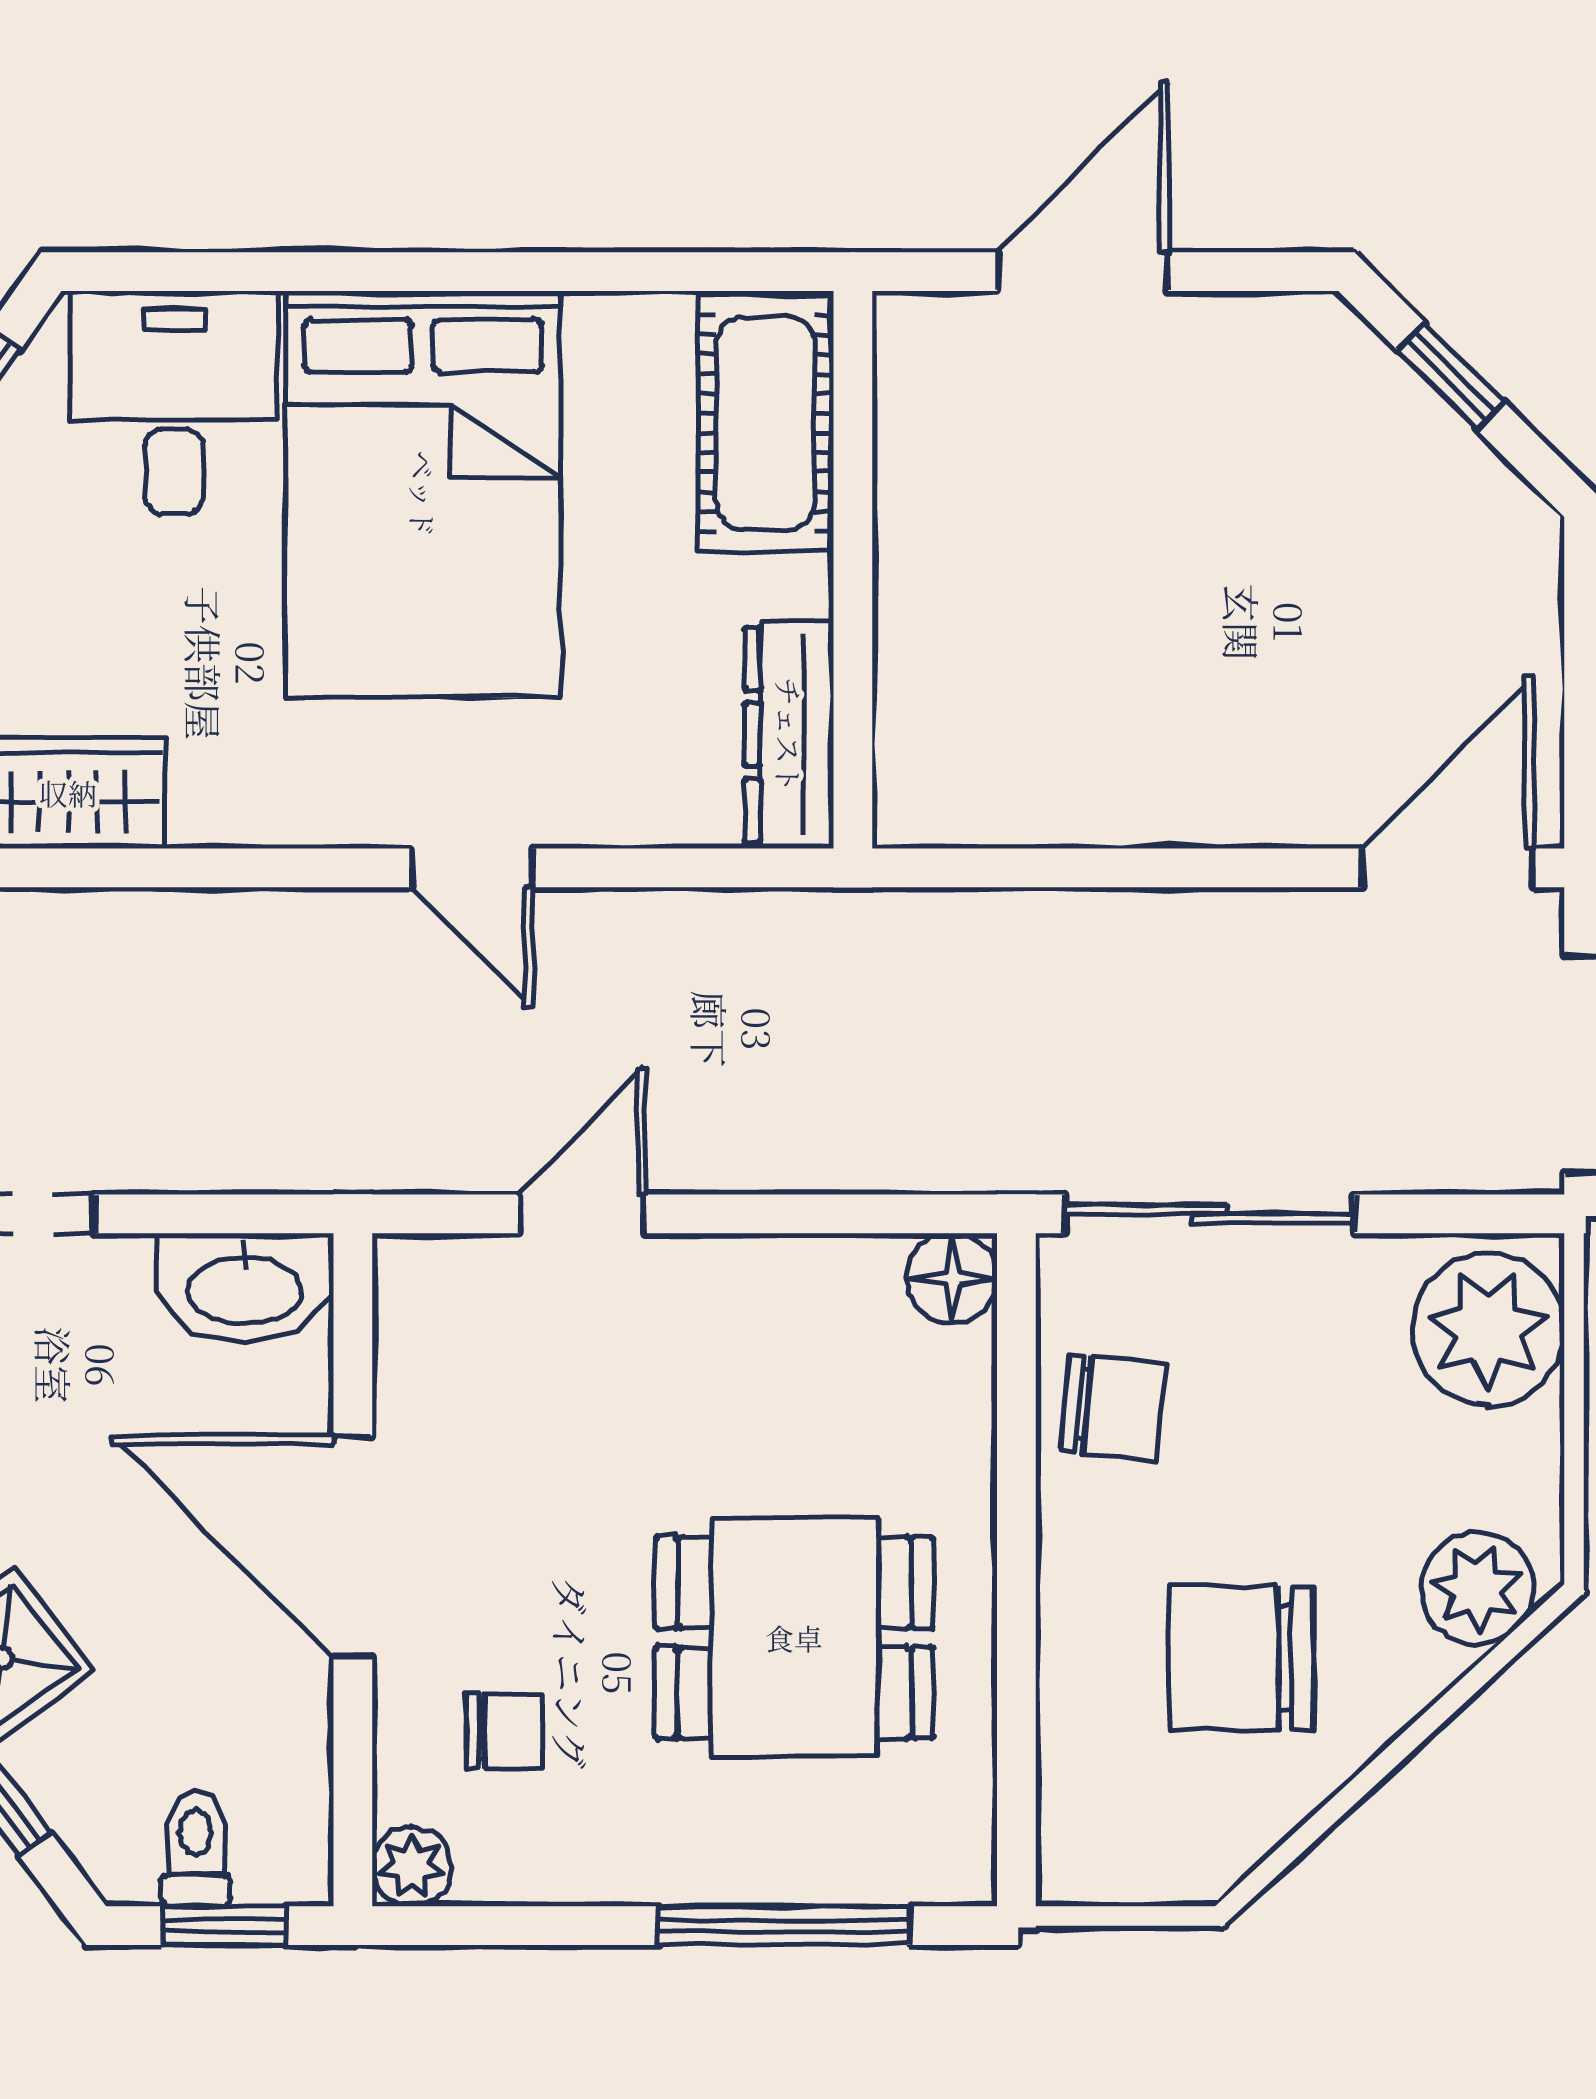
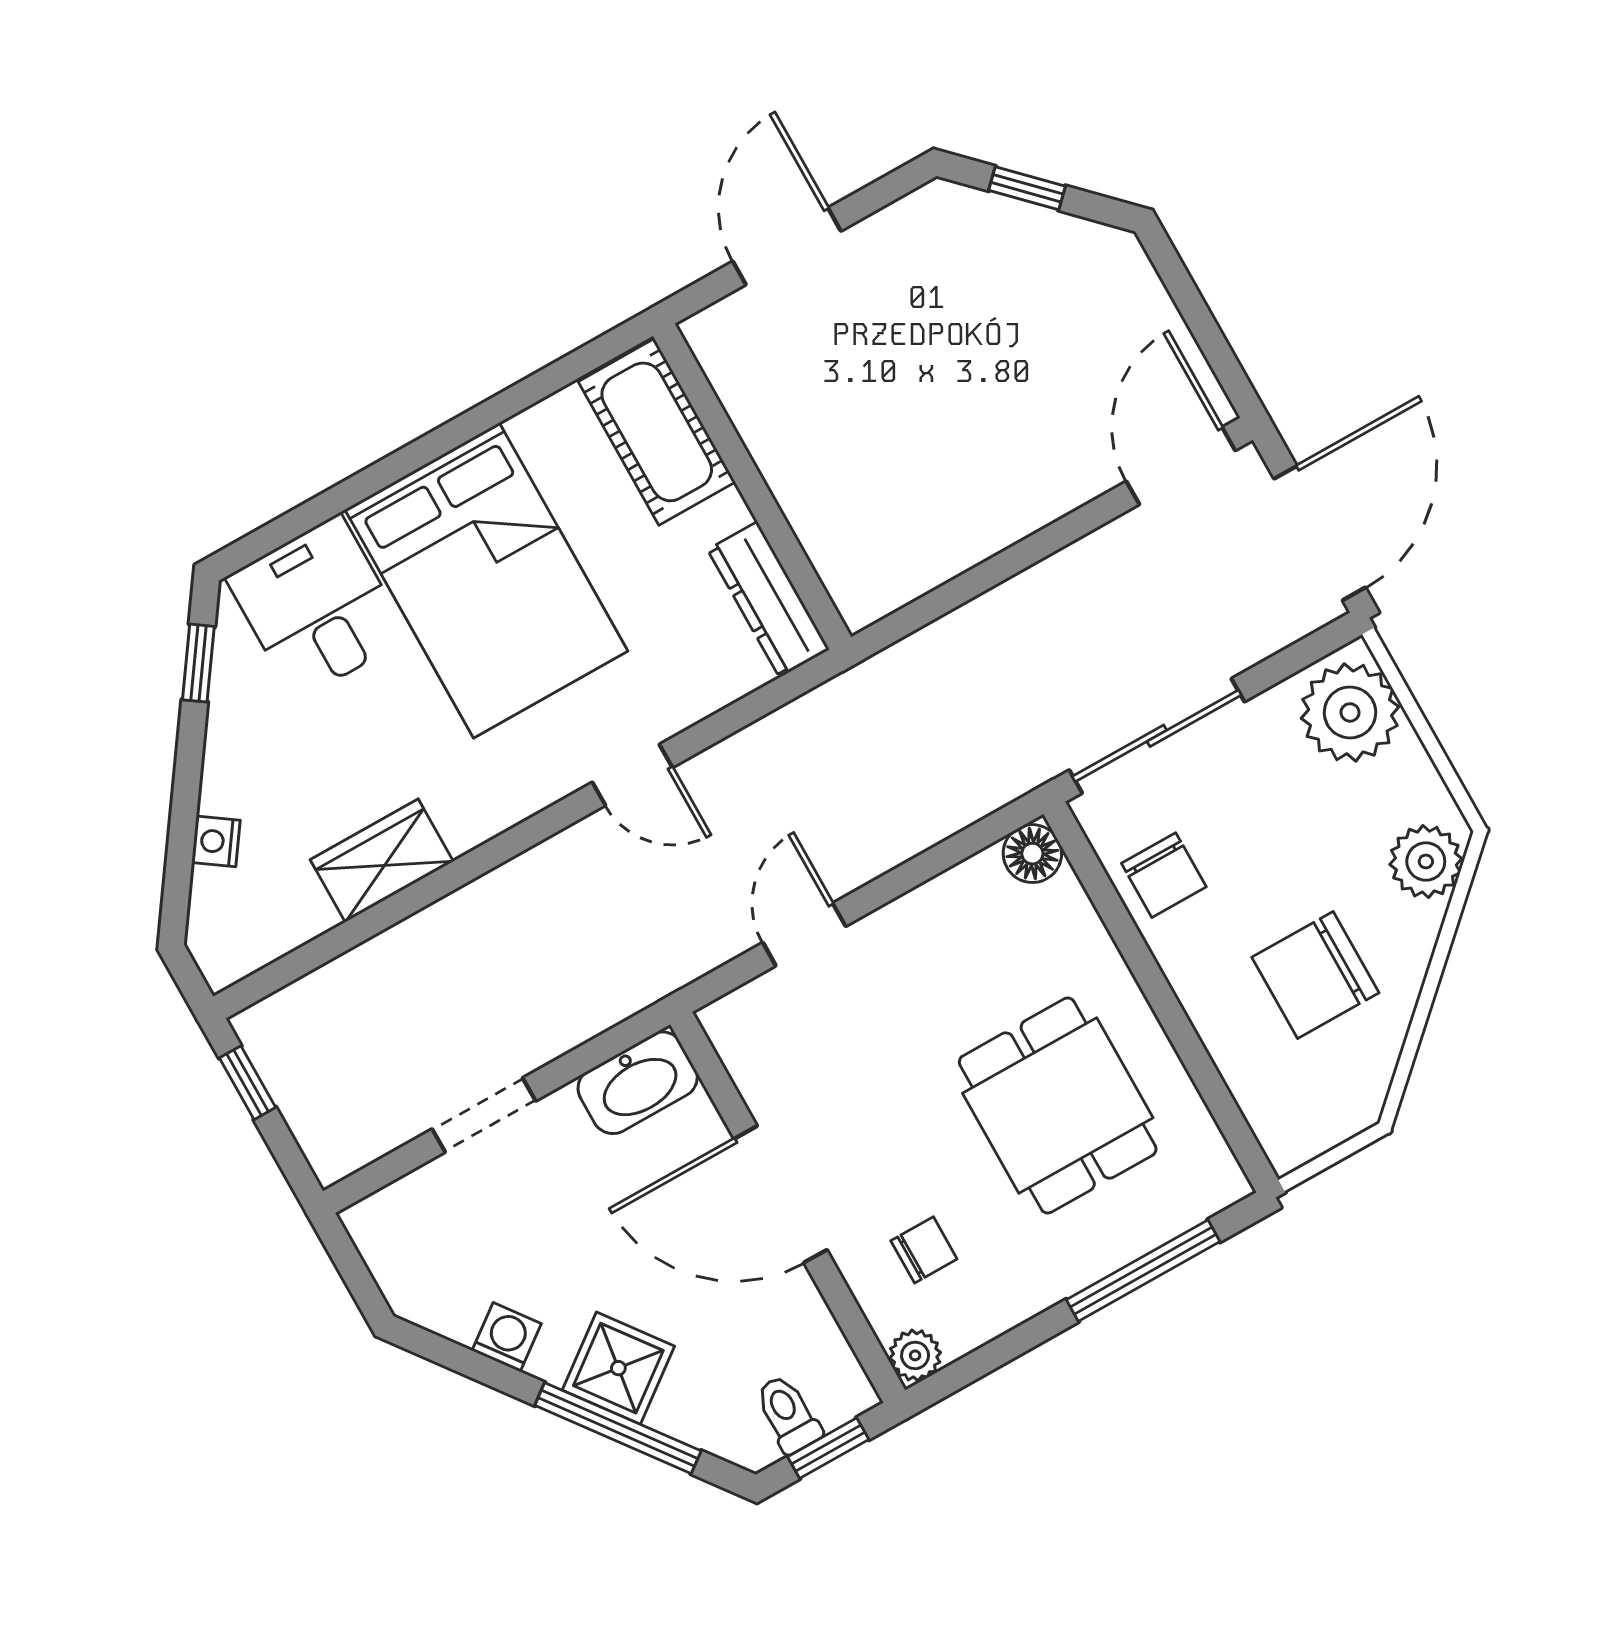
chair: (1113, 1407) -> (1164, 875), turned 84
dining table: (794, 1638) -> (1058, 1106), turned 90

